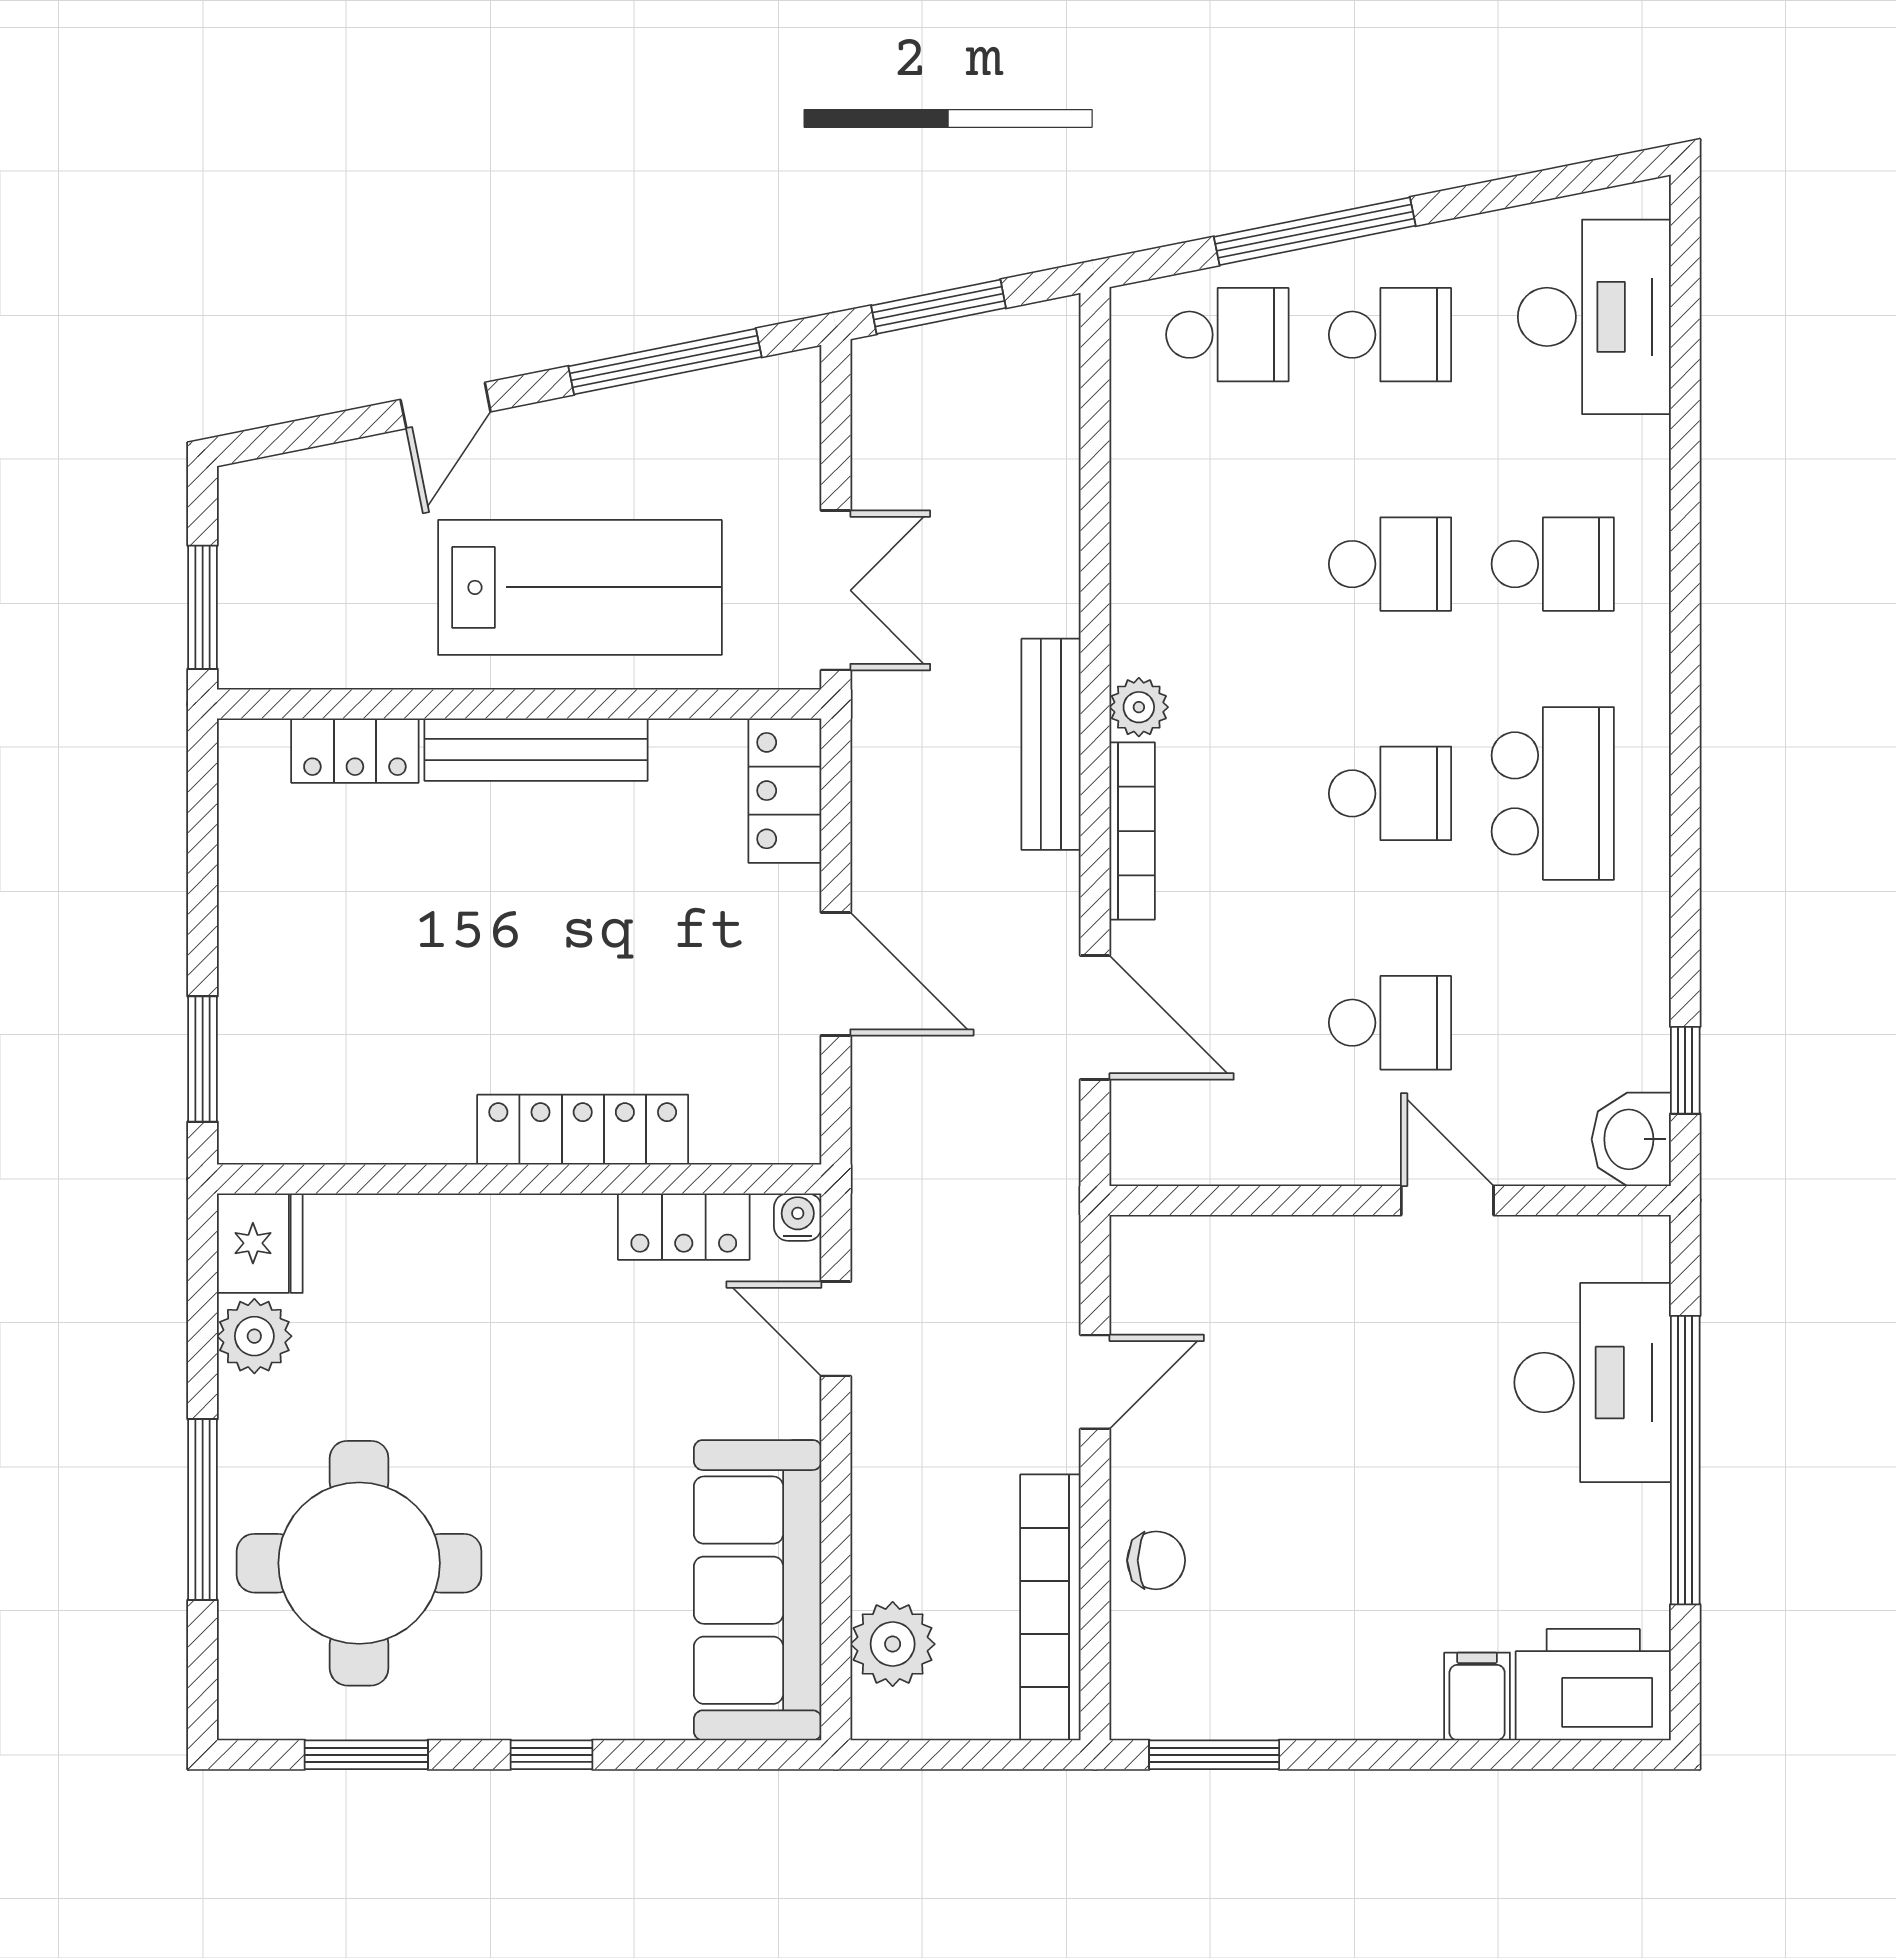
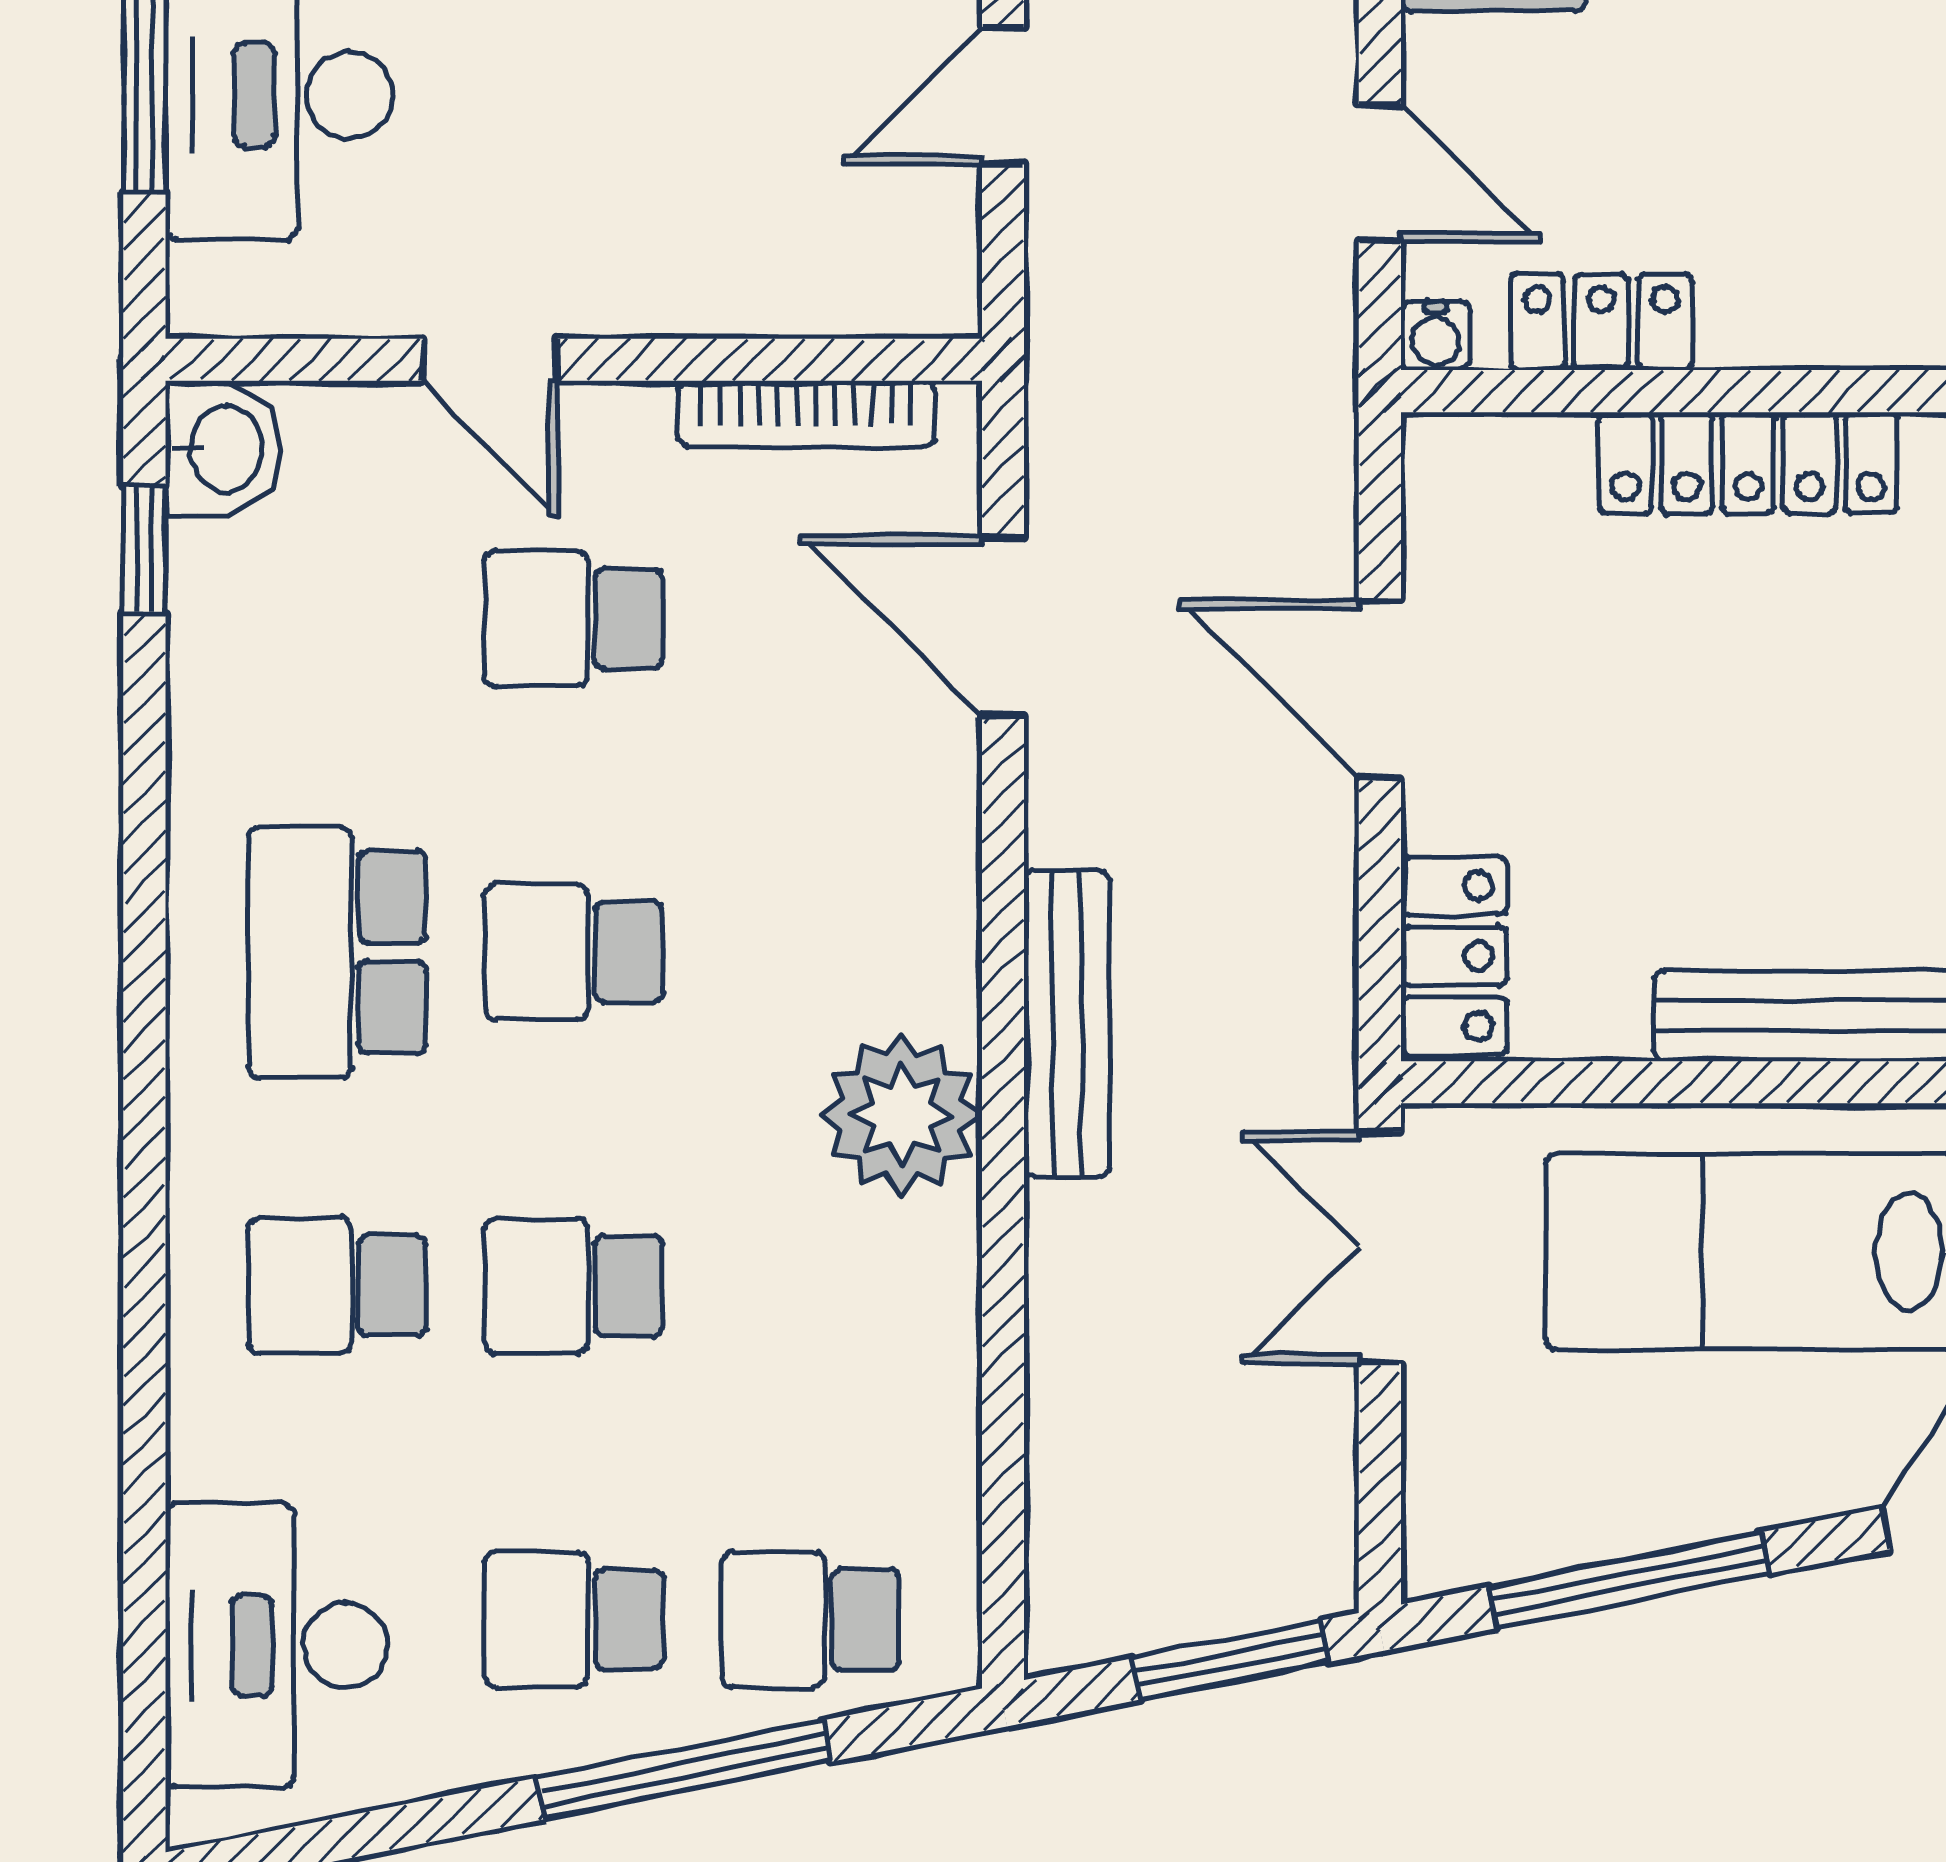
plant: (1139, 707) -> (902, 1115), width x1.88, depth x1.88
bookcase: (1132, 831) -> (806, 414), moved, turned -90

